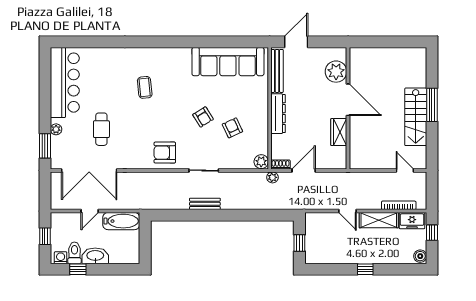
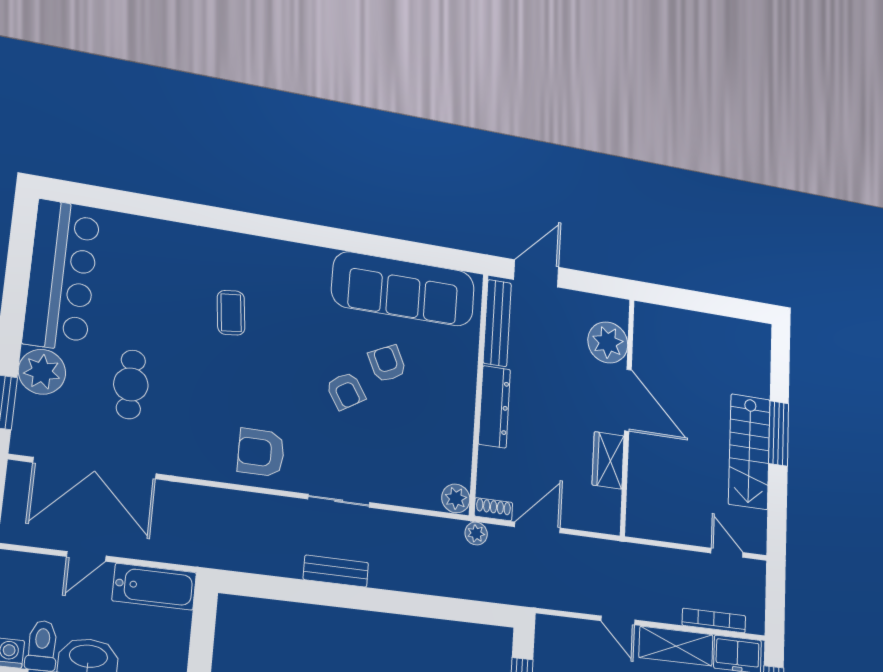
armchair: (232, 128) -> (387, 364), moved
plant: (56, 129) -> (42, 372), width x1.87, depth x1.87

